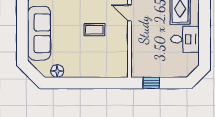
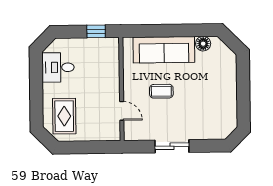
sofa: (39, 33) -> (164, 50), moved, turned -90
desk: (185, 39) -> (58, 67), moved

